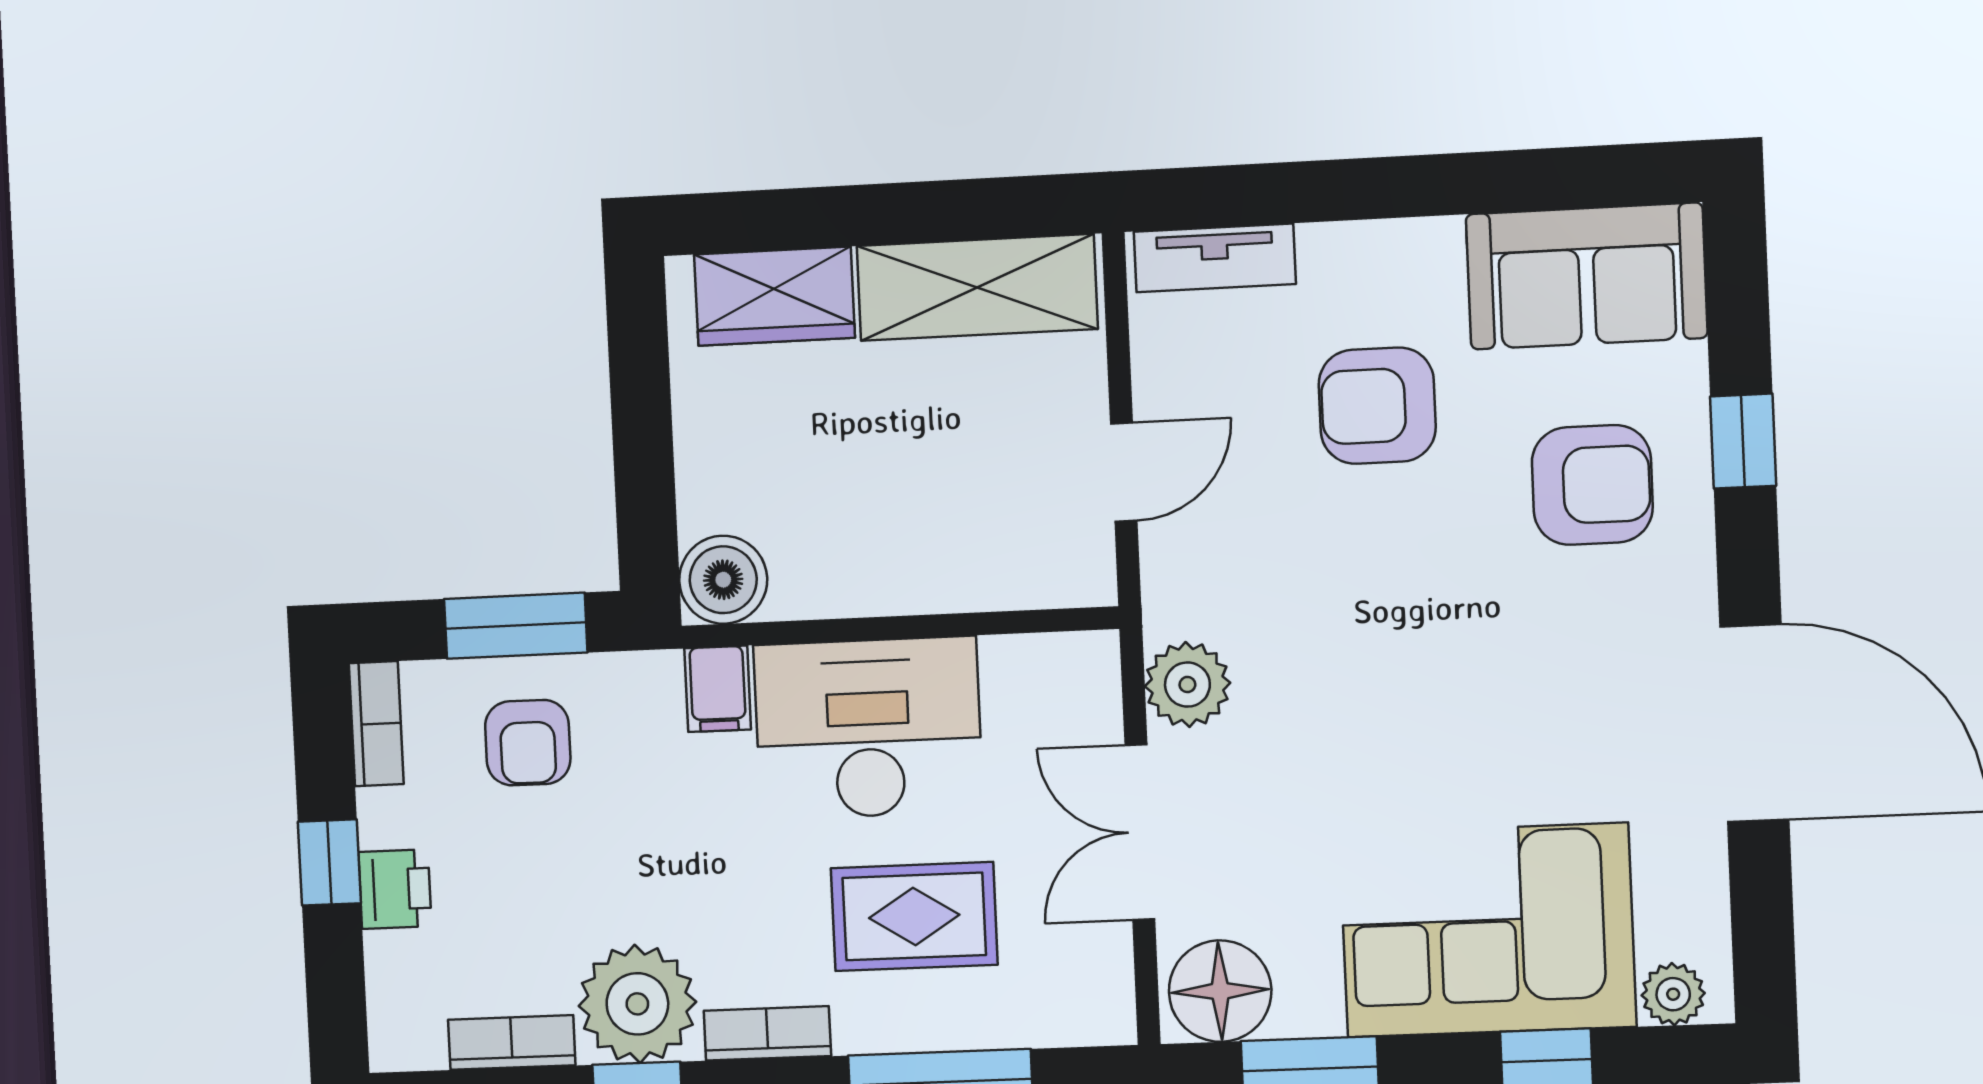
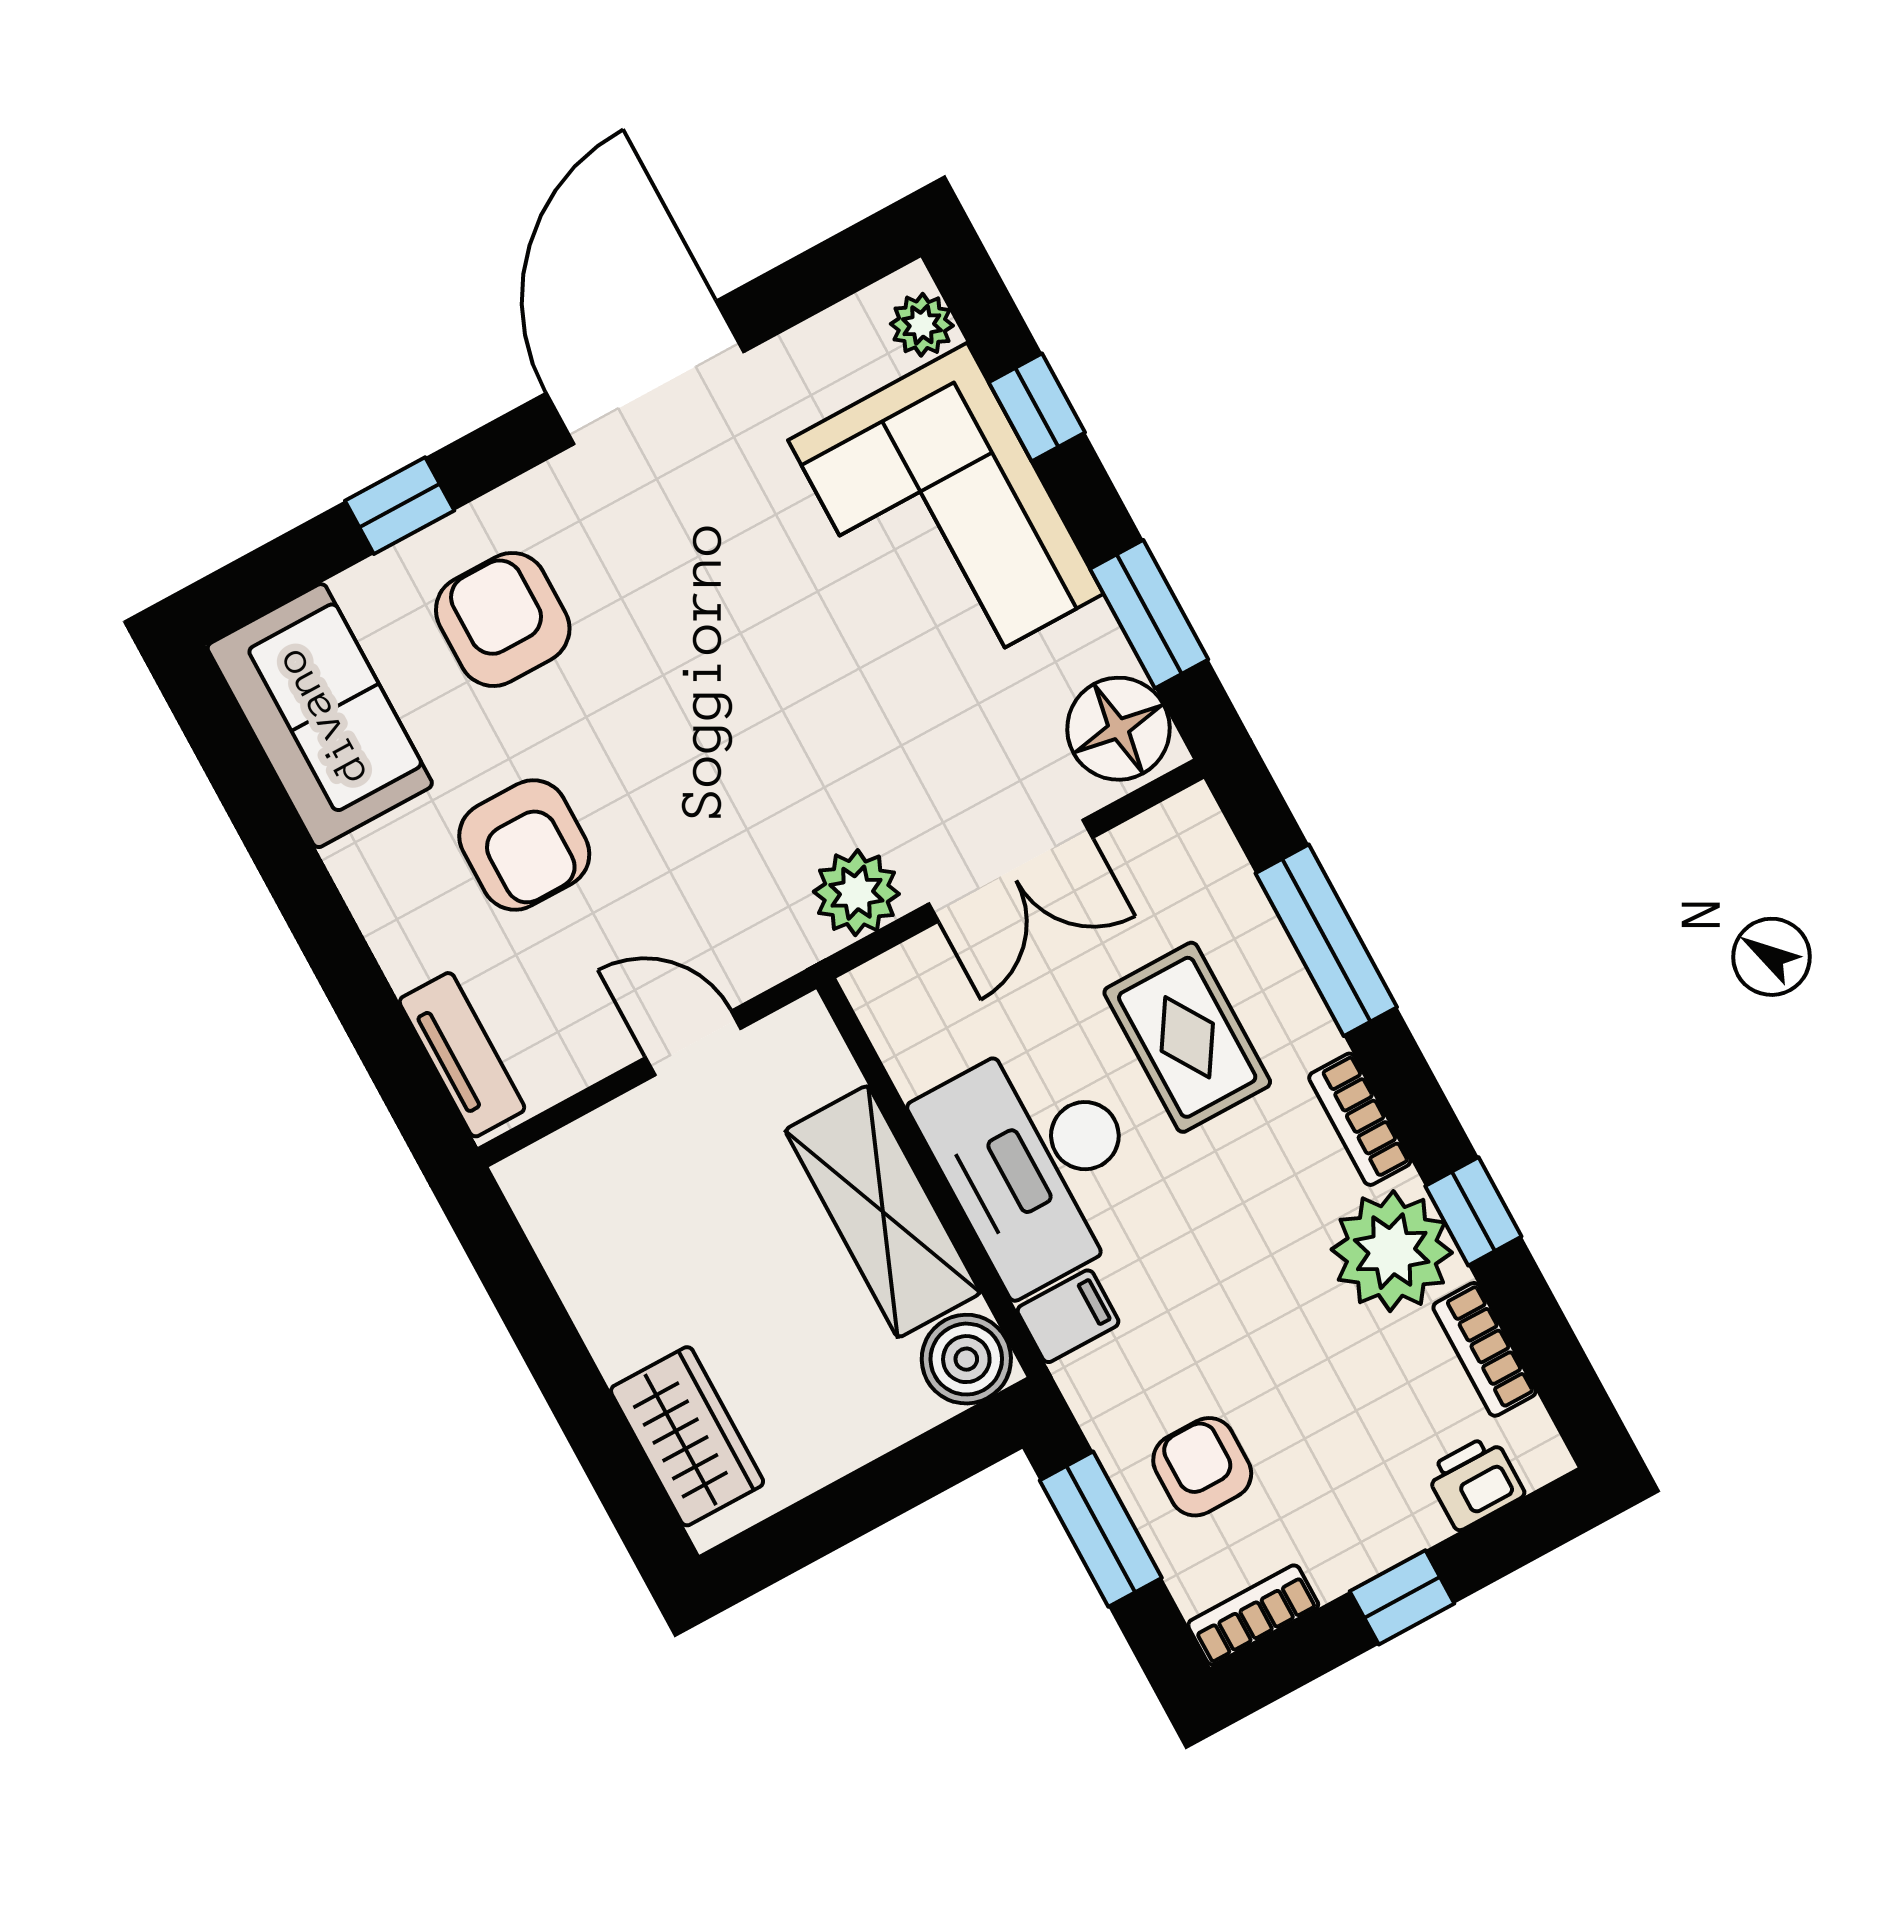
shelving: (977, 287) -> (883, 1212), moved
armchair: (528, 743) -> (1202, 1467), turned -90
printer: (395, 889) -> (1475, 1482), moved

